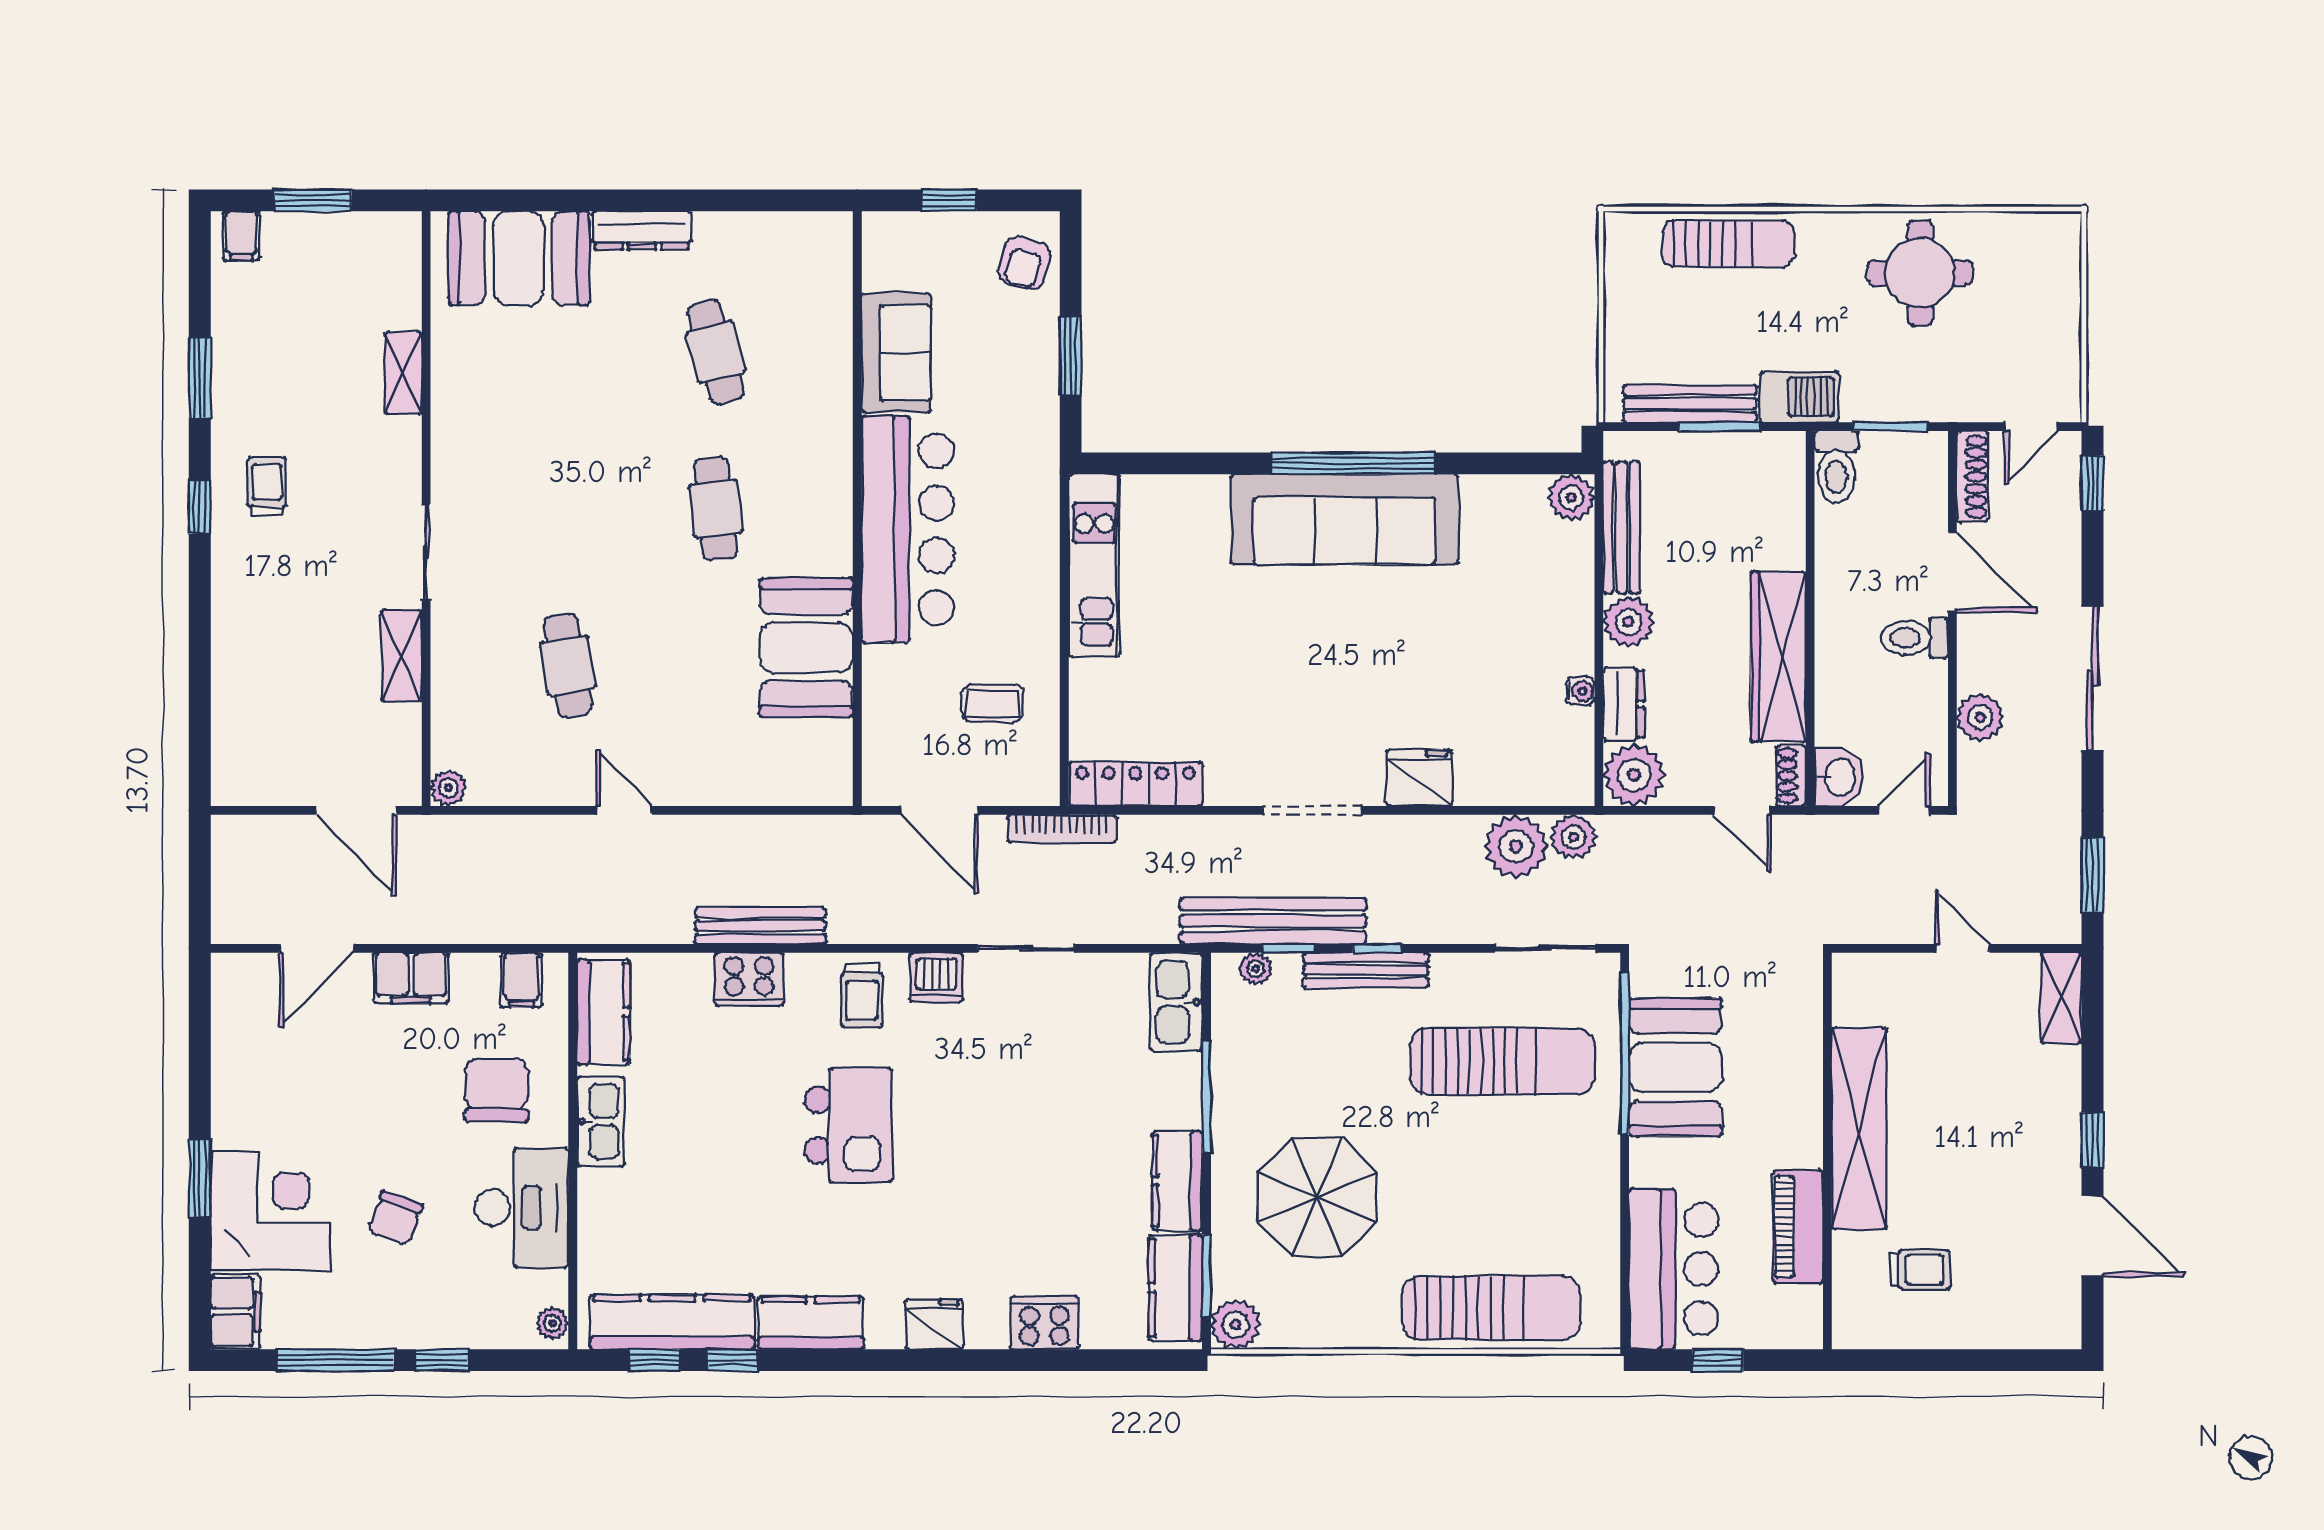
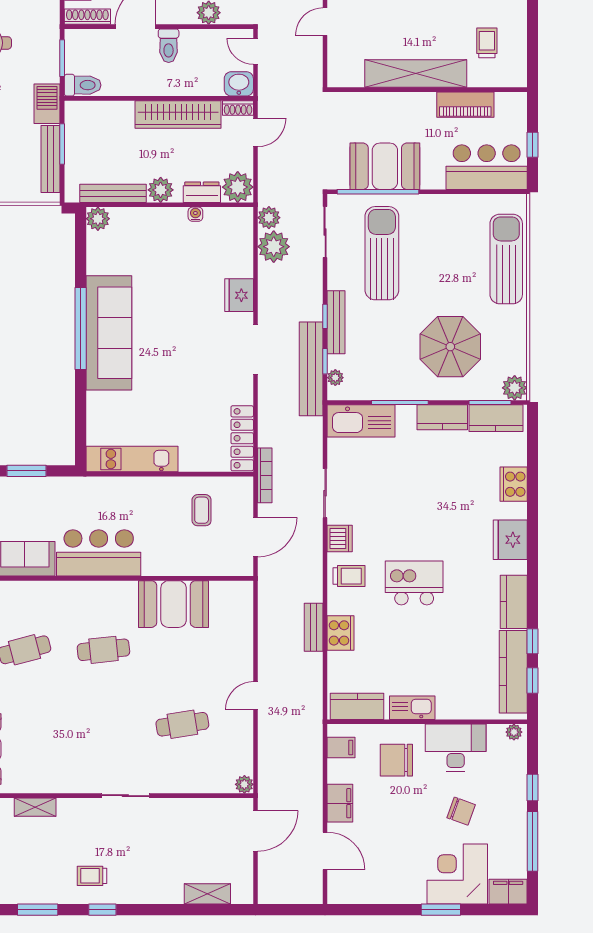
bar counter: (908, 529) -> (99, 553), width x0.73
shelving: (401, 656) -> (207, 894), moved
bench: (760, 926) -> (314, 627), width x0.73
kitchen sink: (1176, 1002) -> (361, 421), width x1.36, depth x1.24
fridge: (934, 1324) -> (510, 540), width x1.36, depth x1.34

